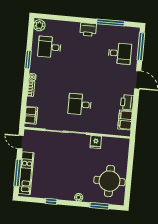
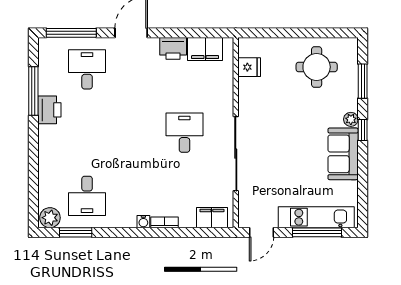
printer: (88, 29) -> (49, 110), moved
window: (28, 60) -> (76, 232), moved
desk: (80, 104) -> (184, 133), turned 180
fridge: (96, 142) -> (249, 67), moved
round table: (110, 181) -> (317, 67), width x0.73, depth x0.73
sofa: (60, 191) -> (343, 154), added
window: (51, 201) -> (363, 130), moved

